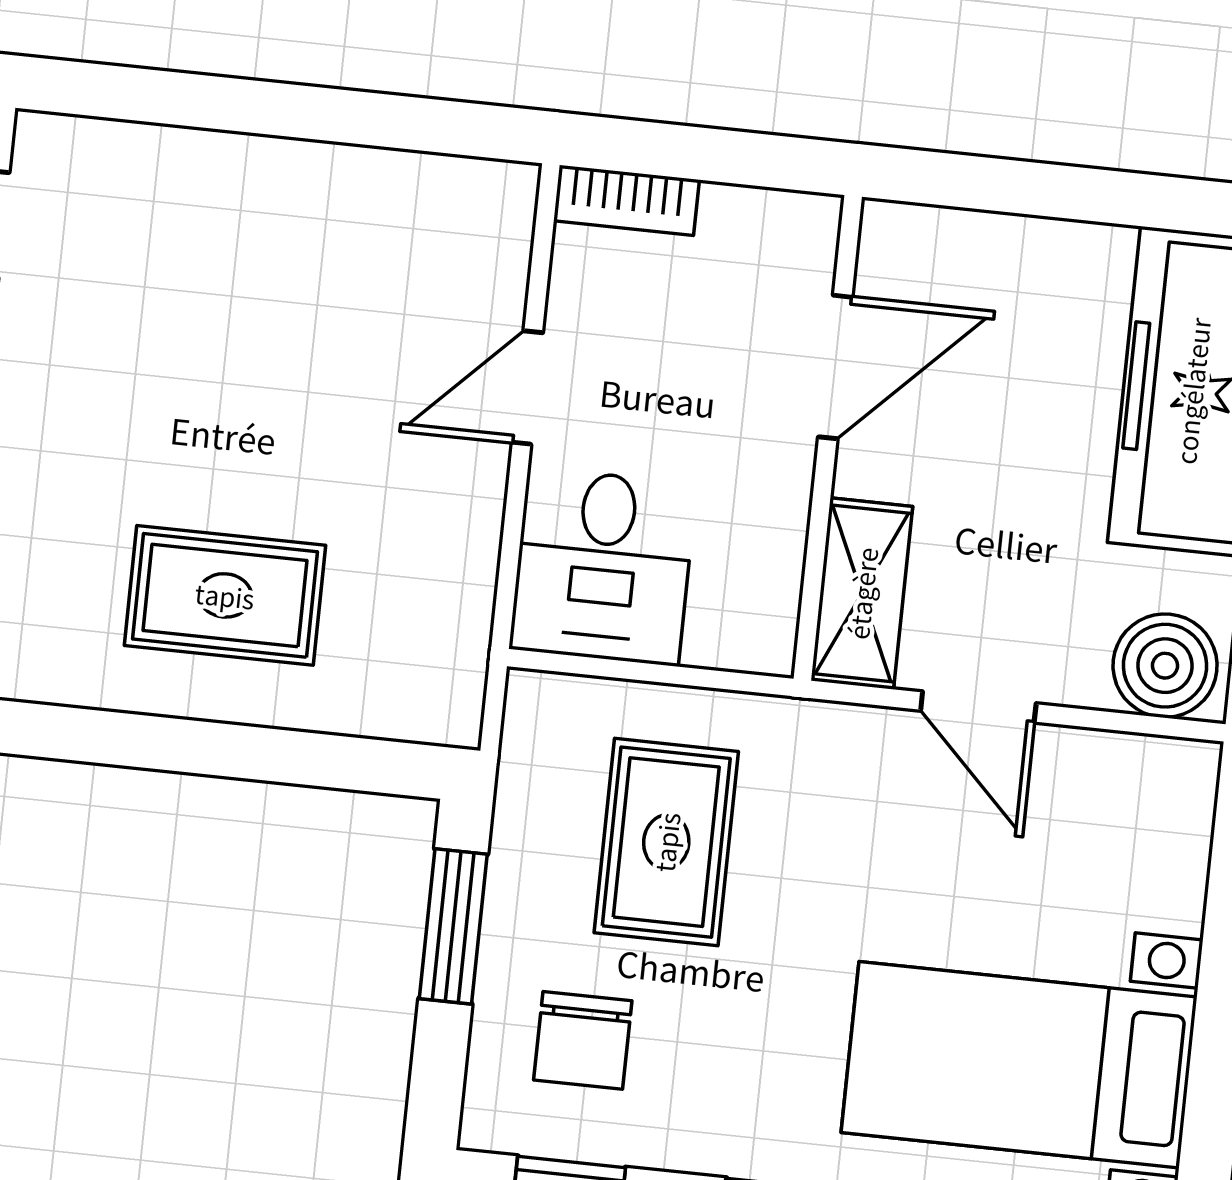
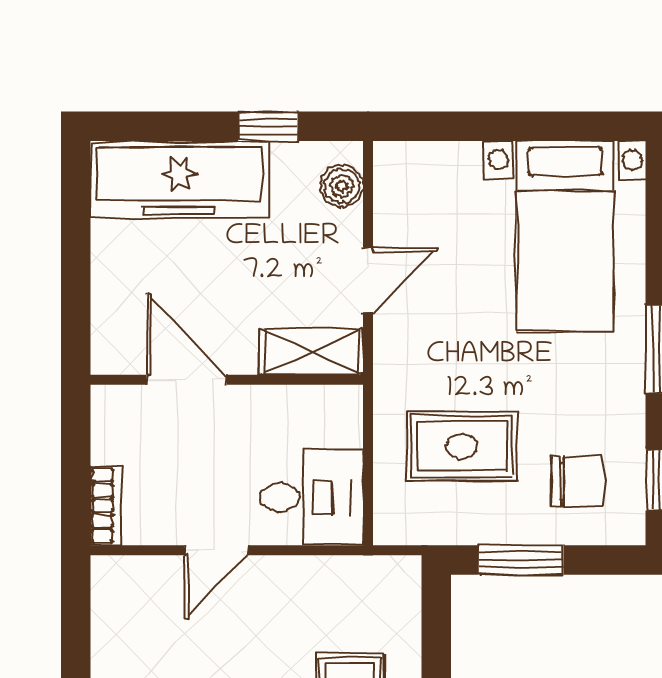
door: (527, 388) -> (216, 550), hinge flipped
boiler: (1165, 666) -> (342, 186), width x0.73, depth x0.73

